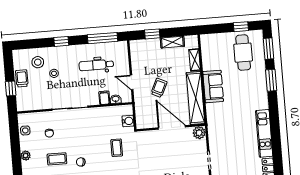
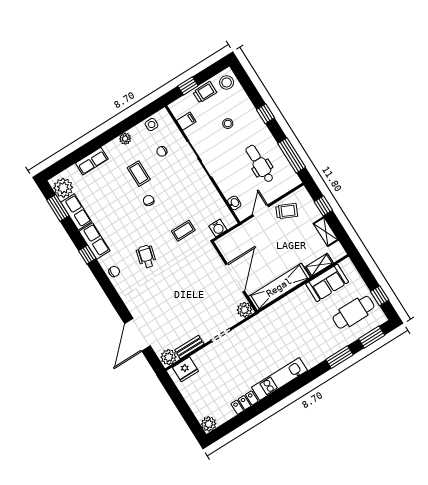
stool: (38, 62) -> (227, 82), moved
sofa: (213, 87) -> (327, 283), moved
trolley: (159, 88) -> (287, 211), moved
filing cabinet: (104, 98) -> (186, 121), moved

